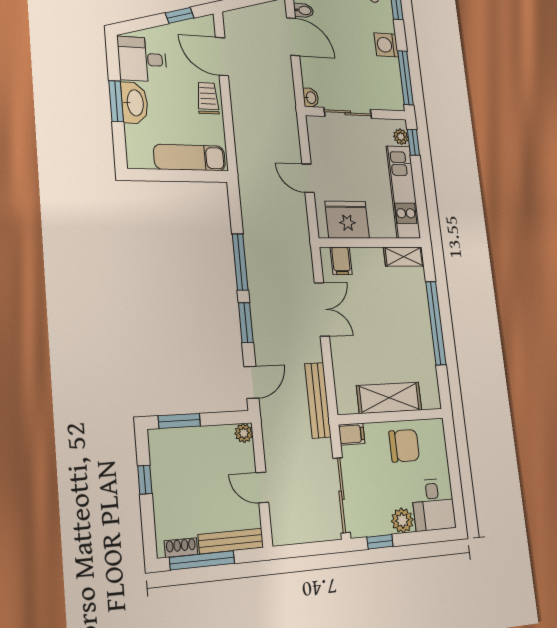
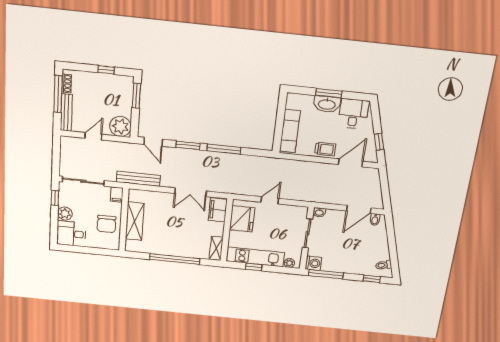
washing machine: (386, 45) -> (313, 263), moved, turned 90
window: (413, 142) -> (254, 267), moved
filing cabinet: (341, 261) -> (218, 210), width x2.00
plant: (244, 433) -> (120, 126), width x1.88, depth x1.88

